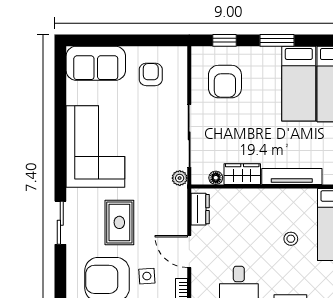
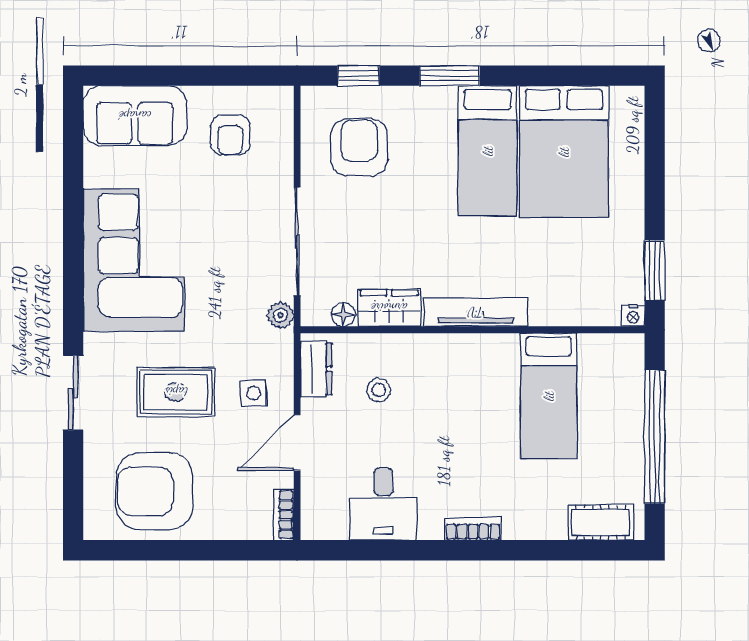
armchair: (151, 74) -> (230, 135), turned 180
armchair: (225, 82) -> (359, 147), turned 180
rug: (119, 222) -> (176, 392), turned 90
stool: (291, 239) -> (378, 390), moved
door: (189, 252) -> (297, 443), hinge flipped
side table: (147, 276) -> (253, 393), moved

